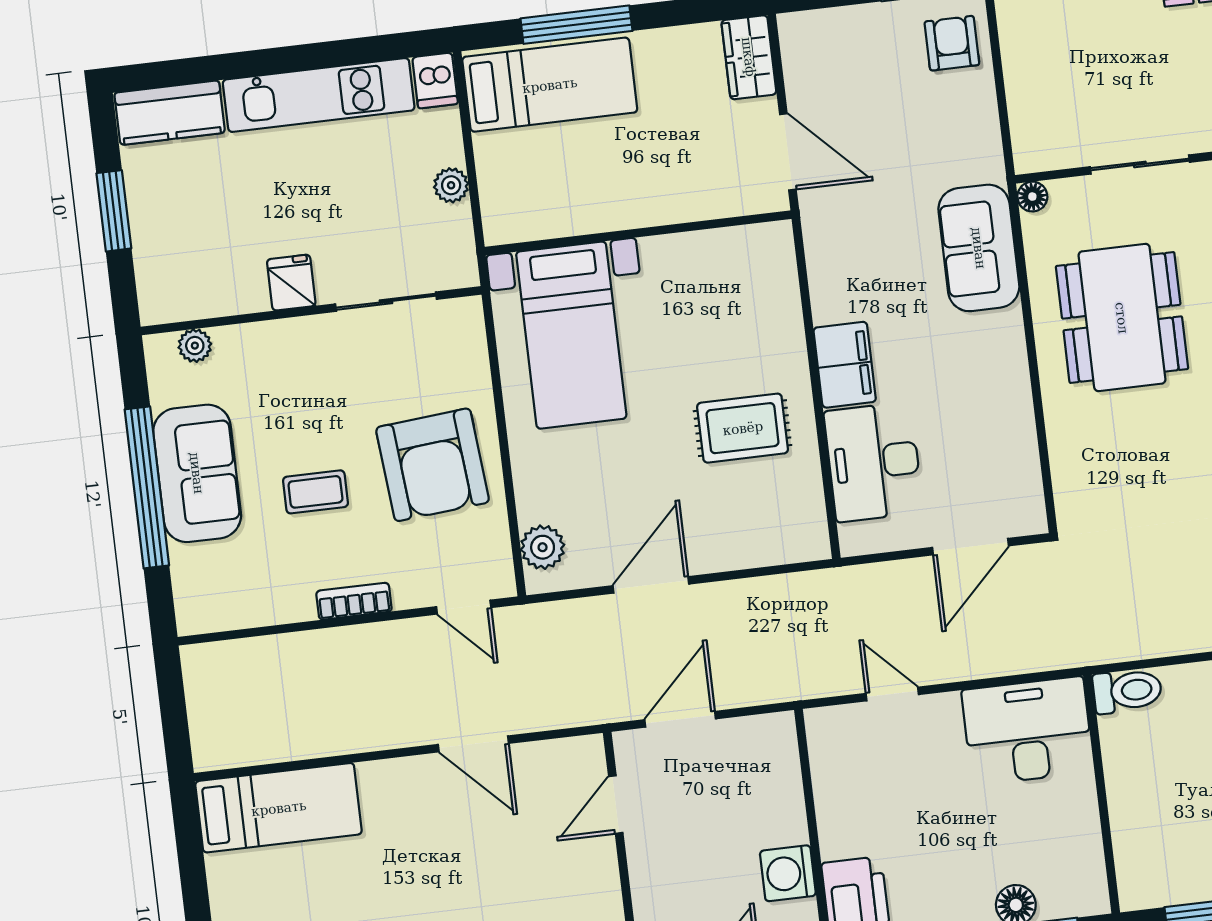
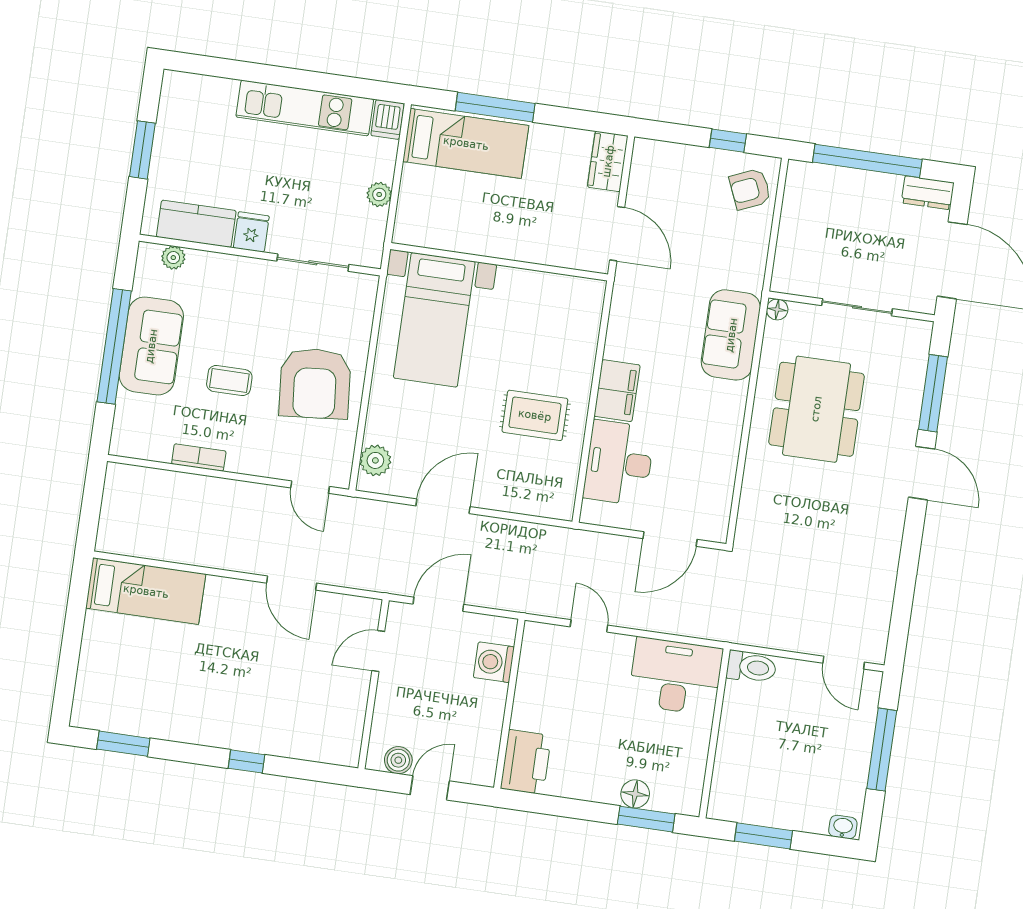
armchair: (952, 43) -> (750, 189), turned -113
kitchen counter: (170, 113) -> (196, 224), moved, turned 180
bookcase: (354, 601) -> (199, 457), moved
washing machine: (788, 873) -> (494, 662), moved

